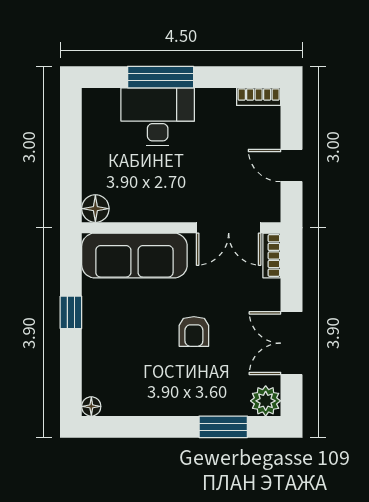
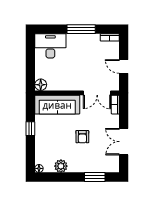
window: (161, 77) -> (81, 29), moved
desk: (158, 117) -> (50, 46), moved
plant: (266, 401) -> (61, 166), moved

